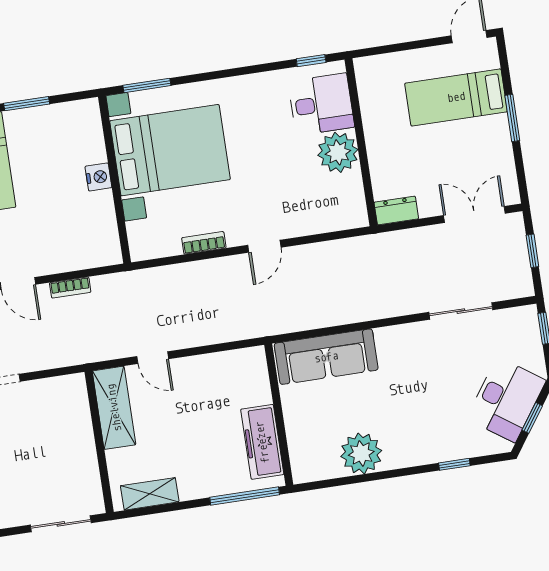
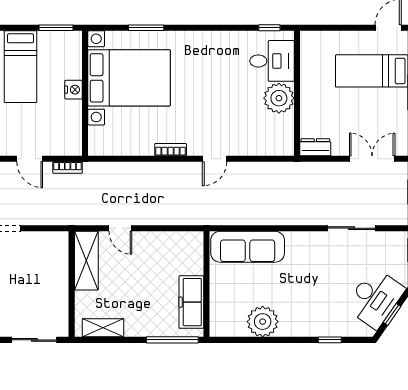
bed with nightstands: (170, 150) -> (129, 78), moved
nightstand: (98, 177) -> (74, 90), moved
wall: (115, 180) -> (85, 93), moved

